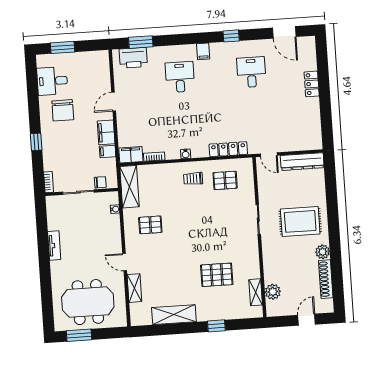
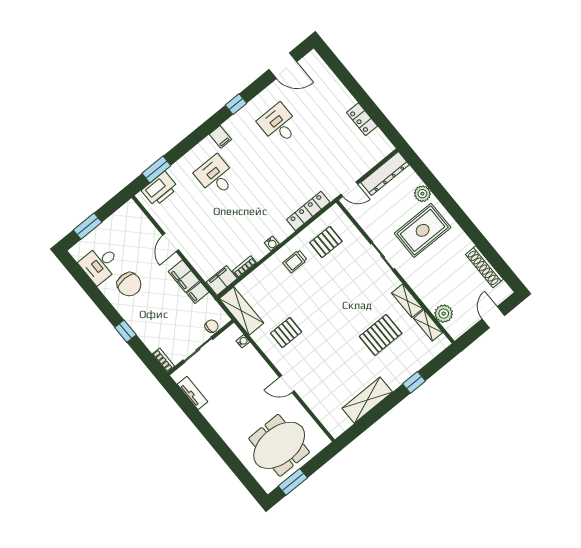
locker: (312, 84) -> (362, 119), moved
tv unit: (54, 245) -> (192, 393), moved
plant: (323, 252) -> (422, 194), moved
shelving: (134, 288) -> (407, 301), moved

